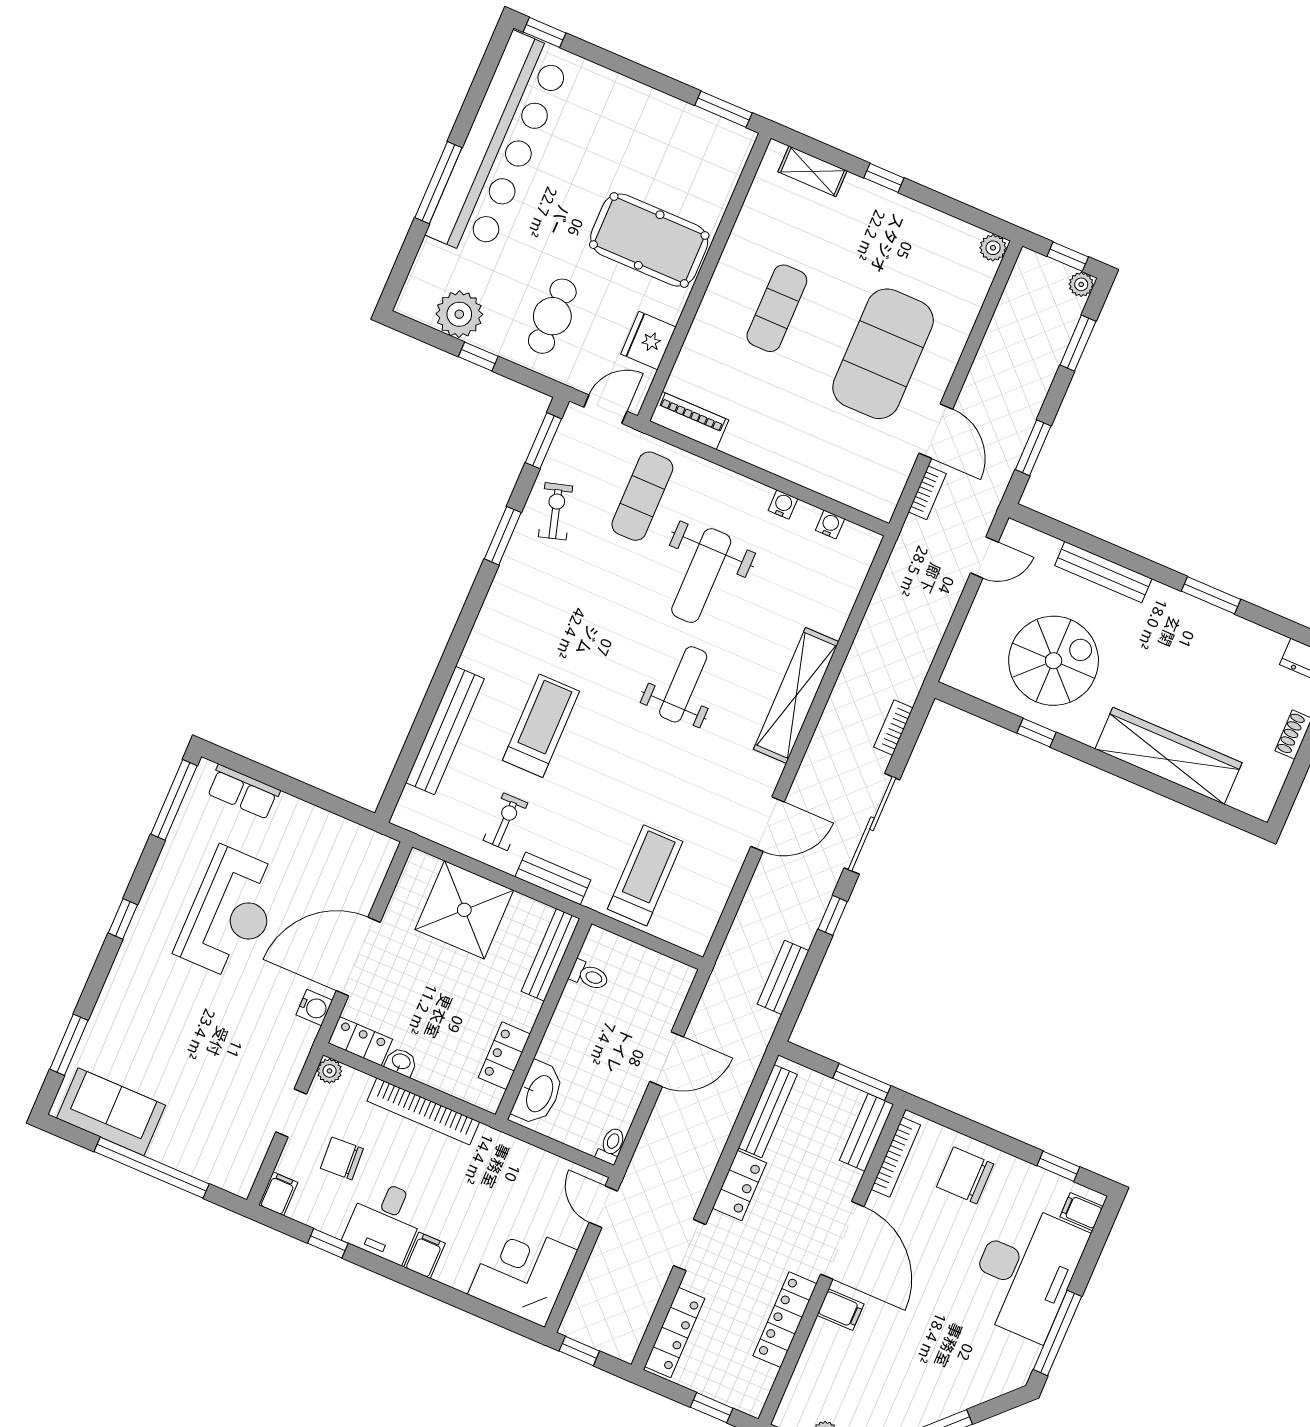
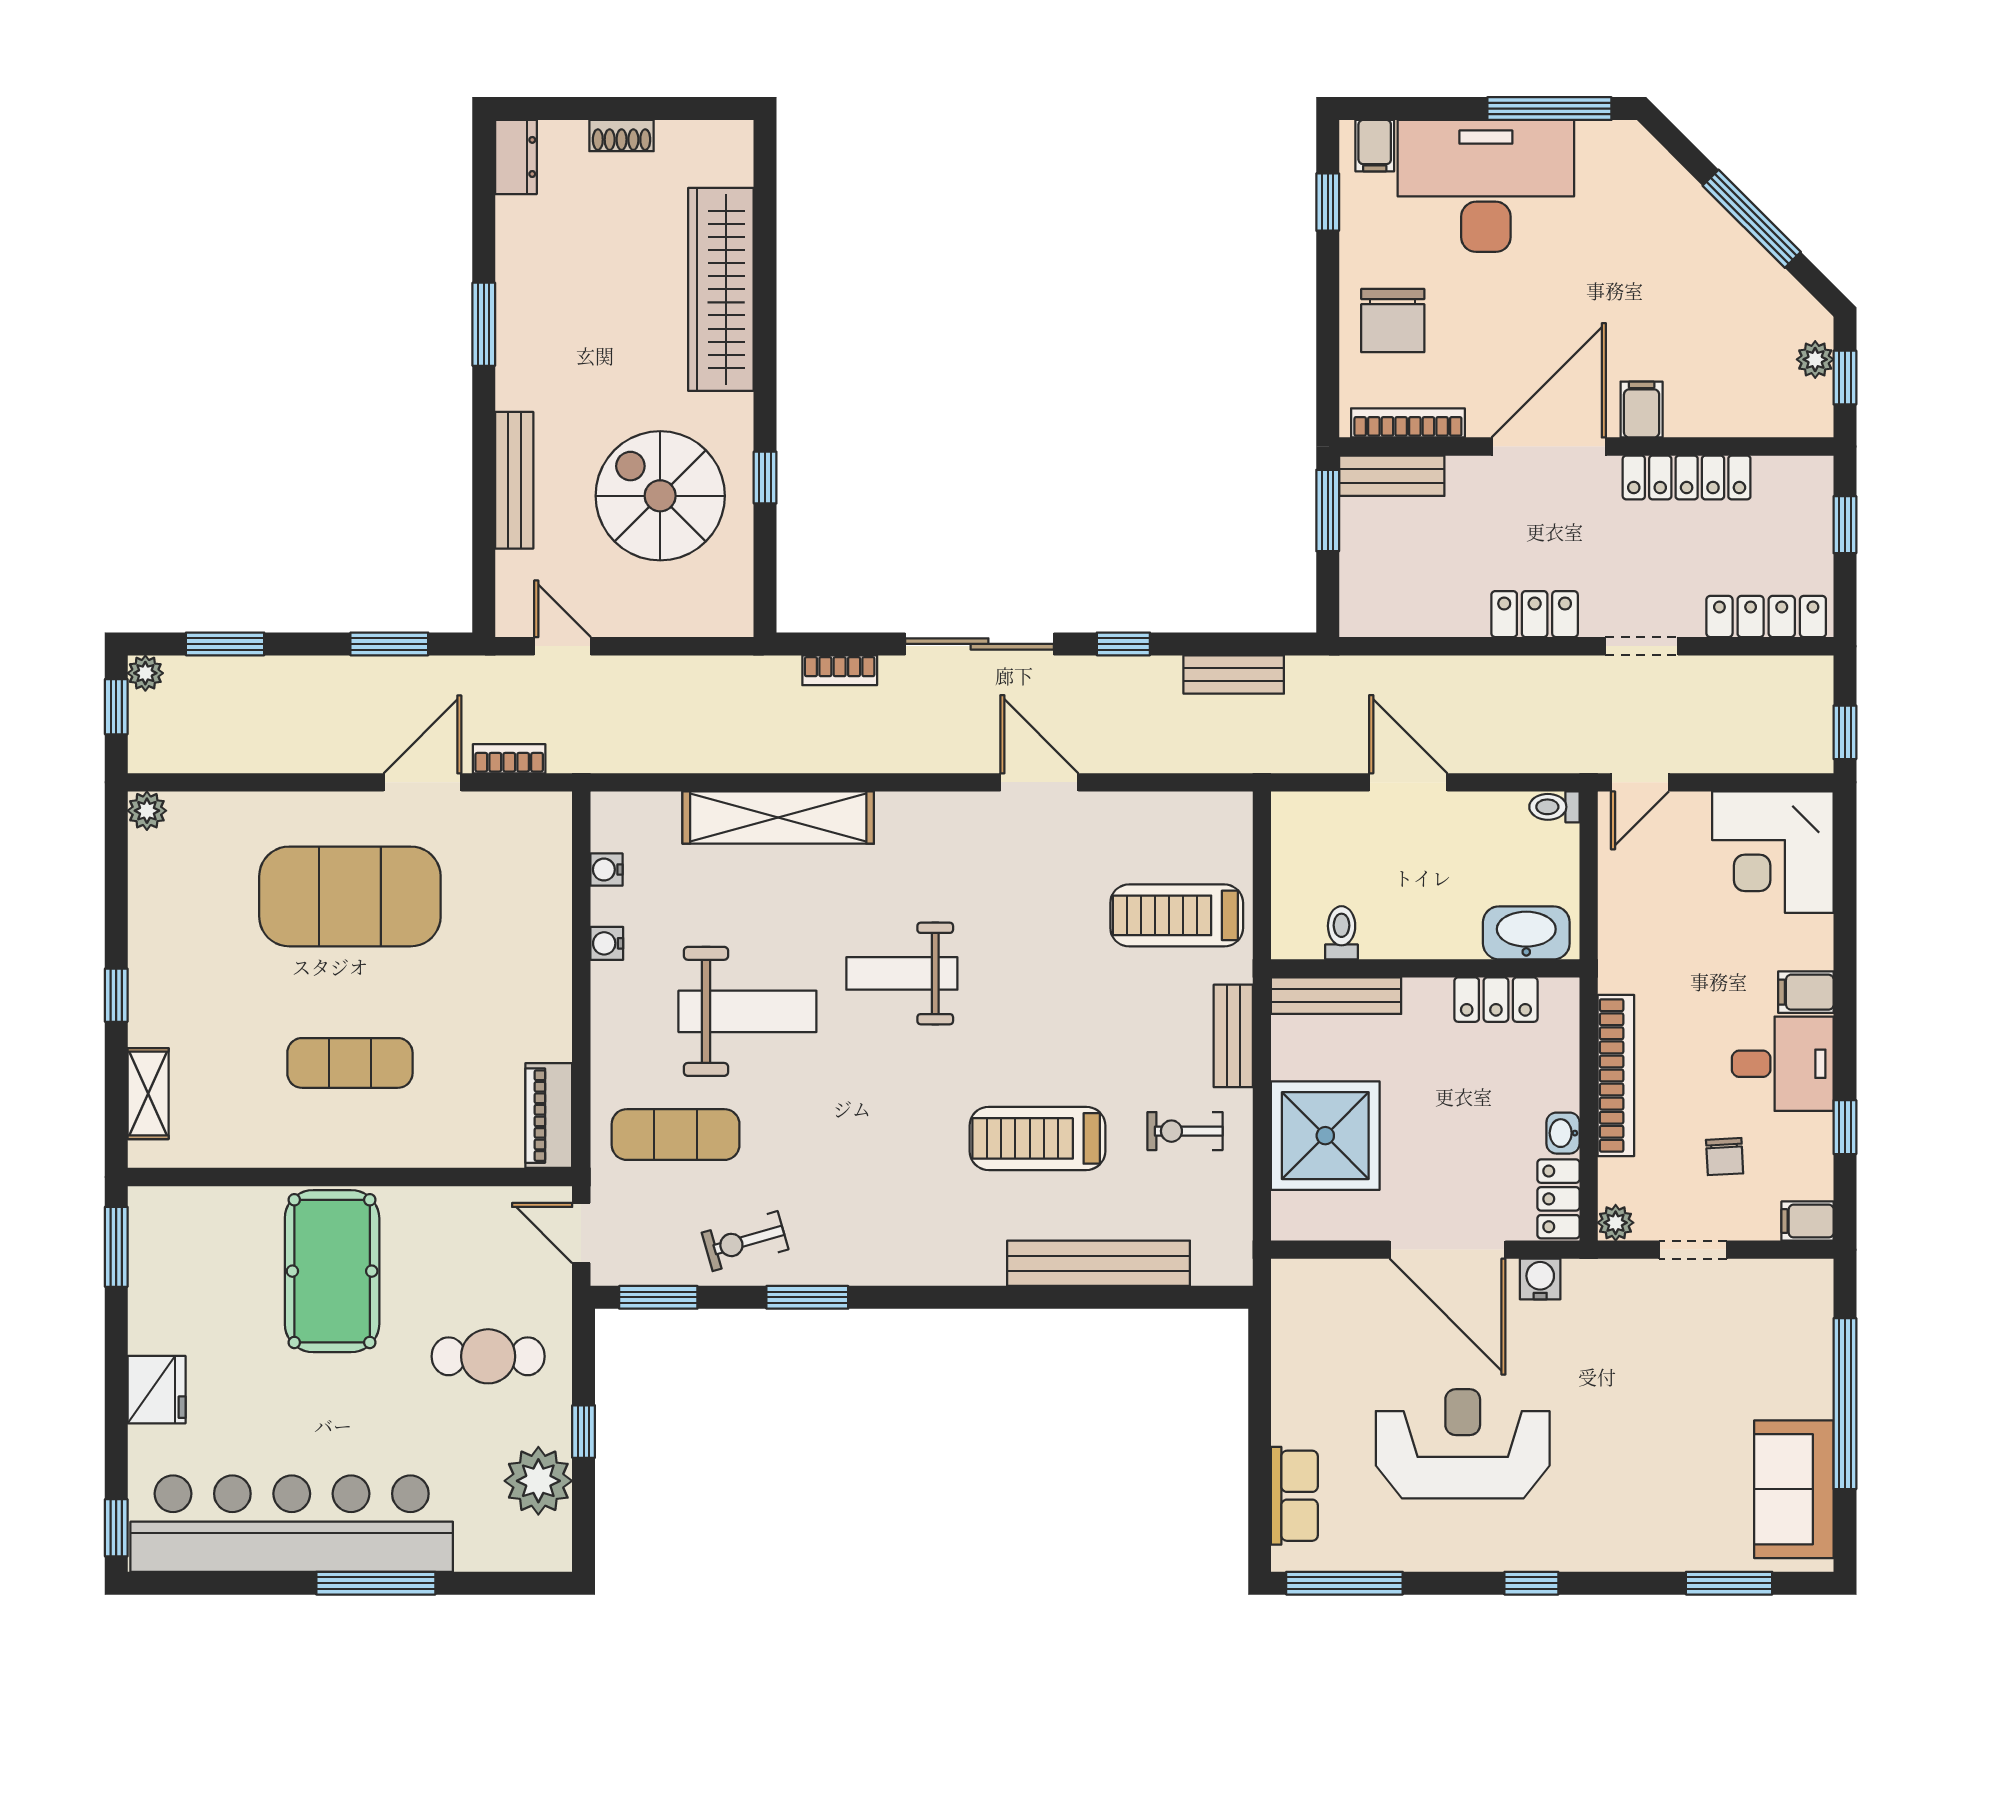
fridge: (648, 341) -> (157, 1390), moved, turned -90
shelving: (796, 695) -> (778, 818), moved
bench: (768, 1111) -> (1420, 619), removed
chair: (342, 1158) -> (1725, 1157), width x0.73, depth x0.73

